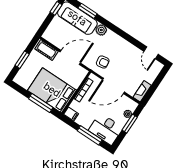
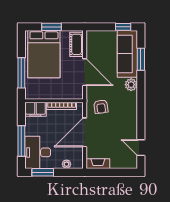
door: (151, 53) -> (141, 148), hinge flipped
door: (113, 86) -> (85, 132), hinge flipped
bed: (52, 90) -> (44, 54), moved, turned 180
filing cabinet: (71, 114) -> (35, 109), width x2.00
window: (130, 124) -> (43, 172), moved

